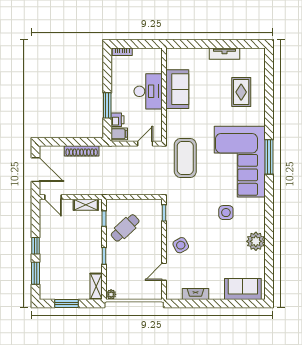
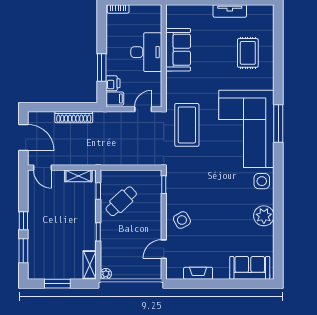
side table: (226, 213) -> (262, 181), moved

